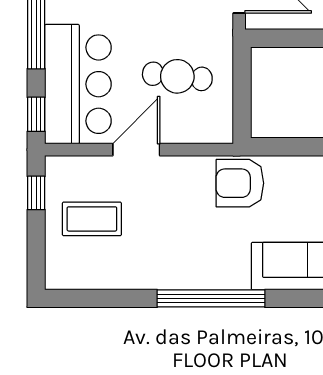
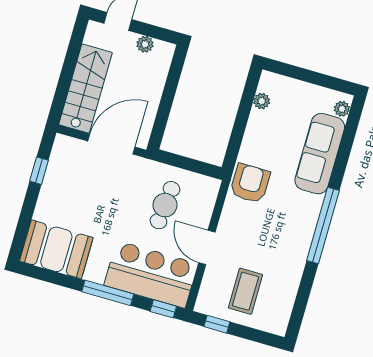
armchair: (240, 183) -> (250, 183), turned 180

